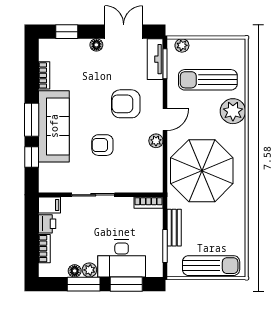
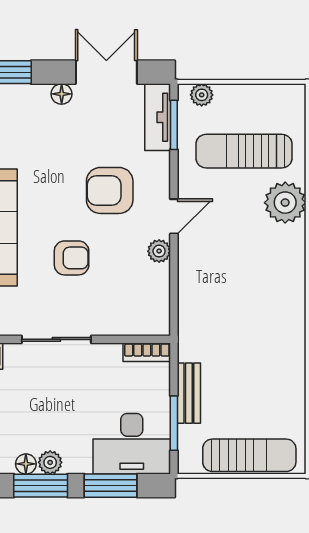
armchair: (102, 145) -> (72, 258), turned 180
parasol: (202, 171) -> (234, 300), removed
desk: (122, 259) -> (132, 444), moved

